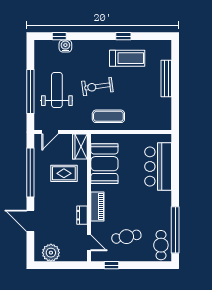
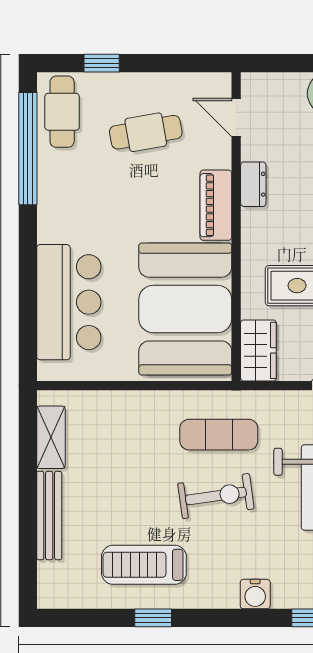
water cooler: (65, 46) -> (255, 594), moved
shelving: (166, 111) -> (51, 437), added
exercise mat: (108, 116) -> (219, 435), moved
booth: (104, 164) -> (185, 309), width x1.36, depth x1.42
window: (112, 265) -> (102, 63), moved

